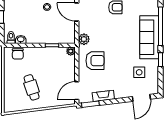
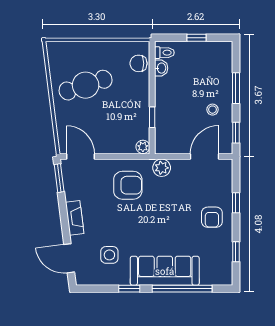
armchair: (95, 61) -> (128, 185), turned -90
cafe table: (32, 87) -> (86, 85), width x1.37, depth x1.35
fireplace: (103, 96) -> (75, 218), moved

